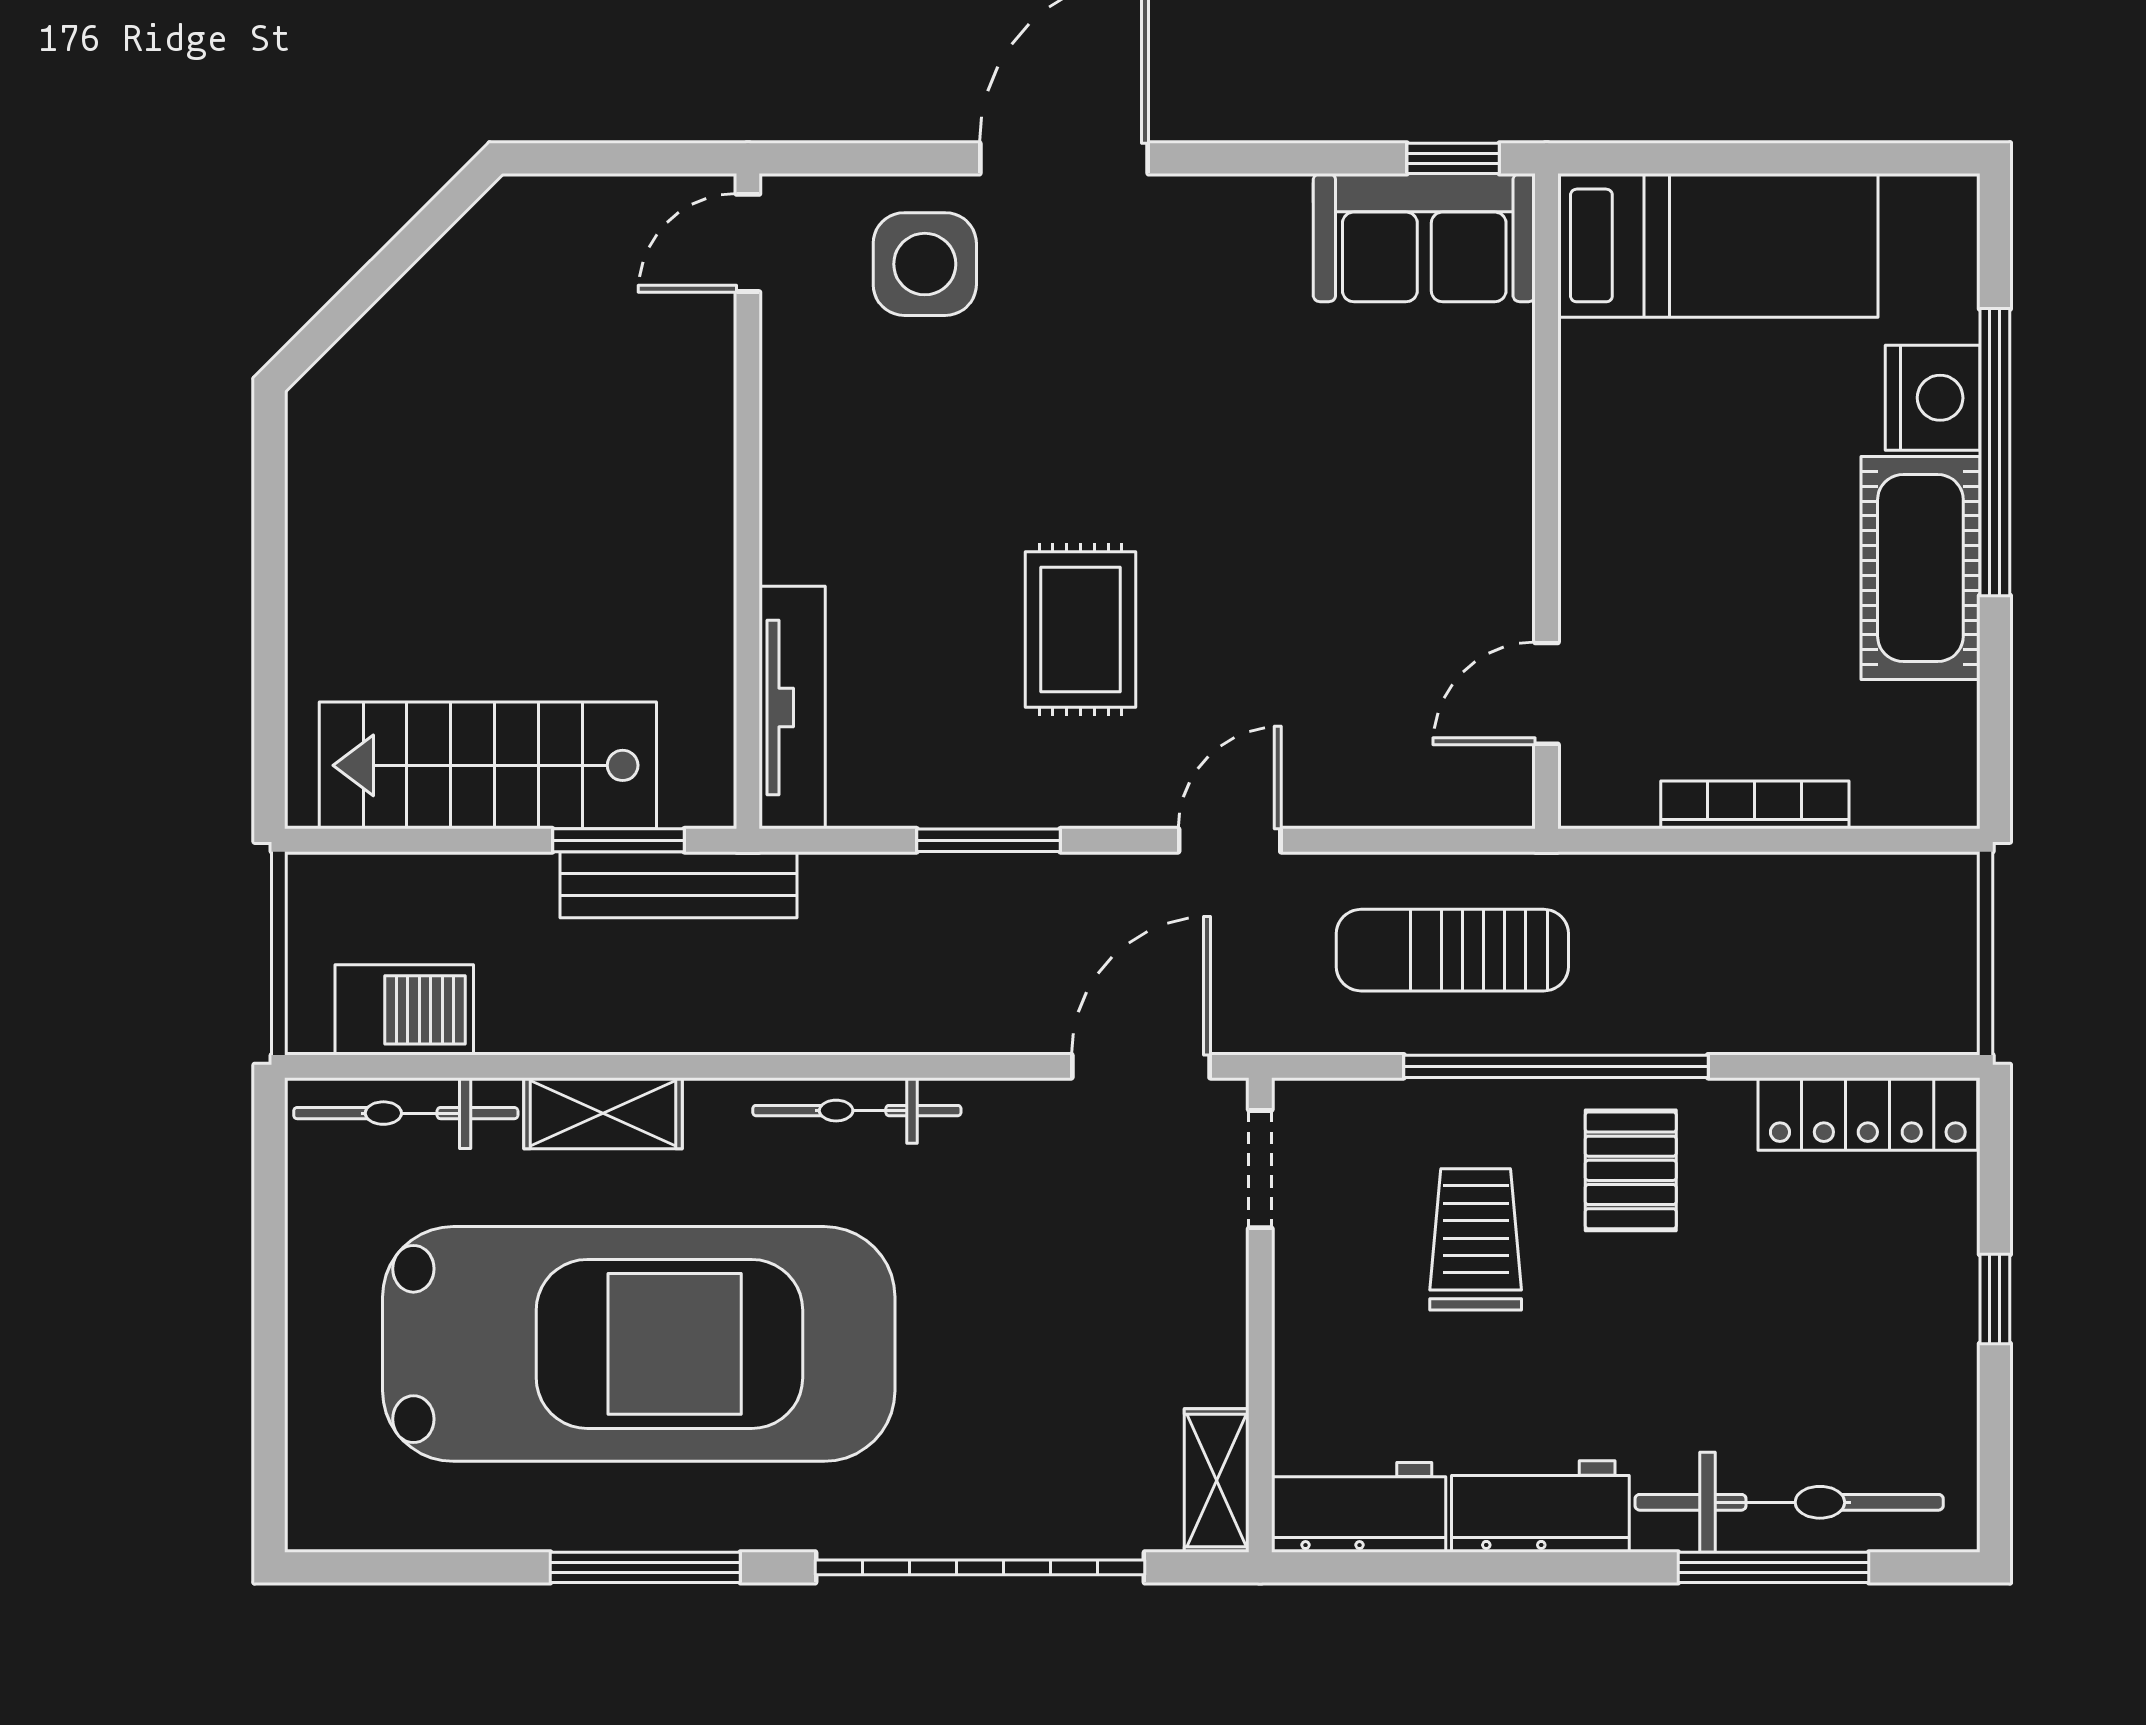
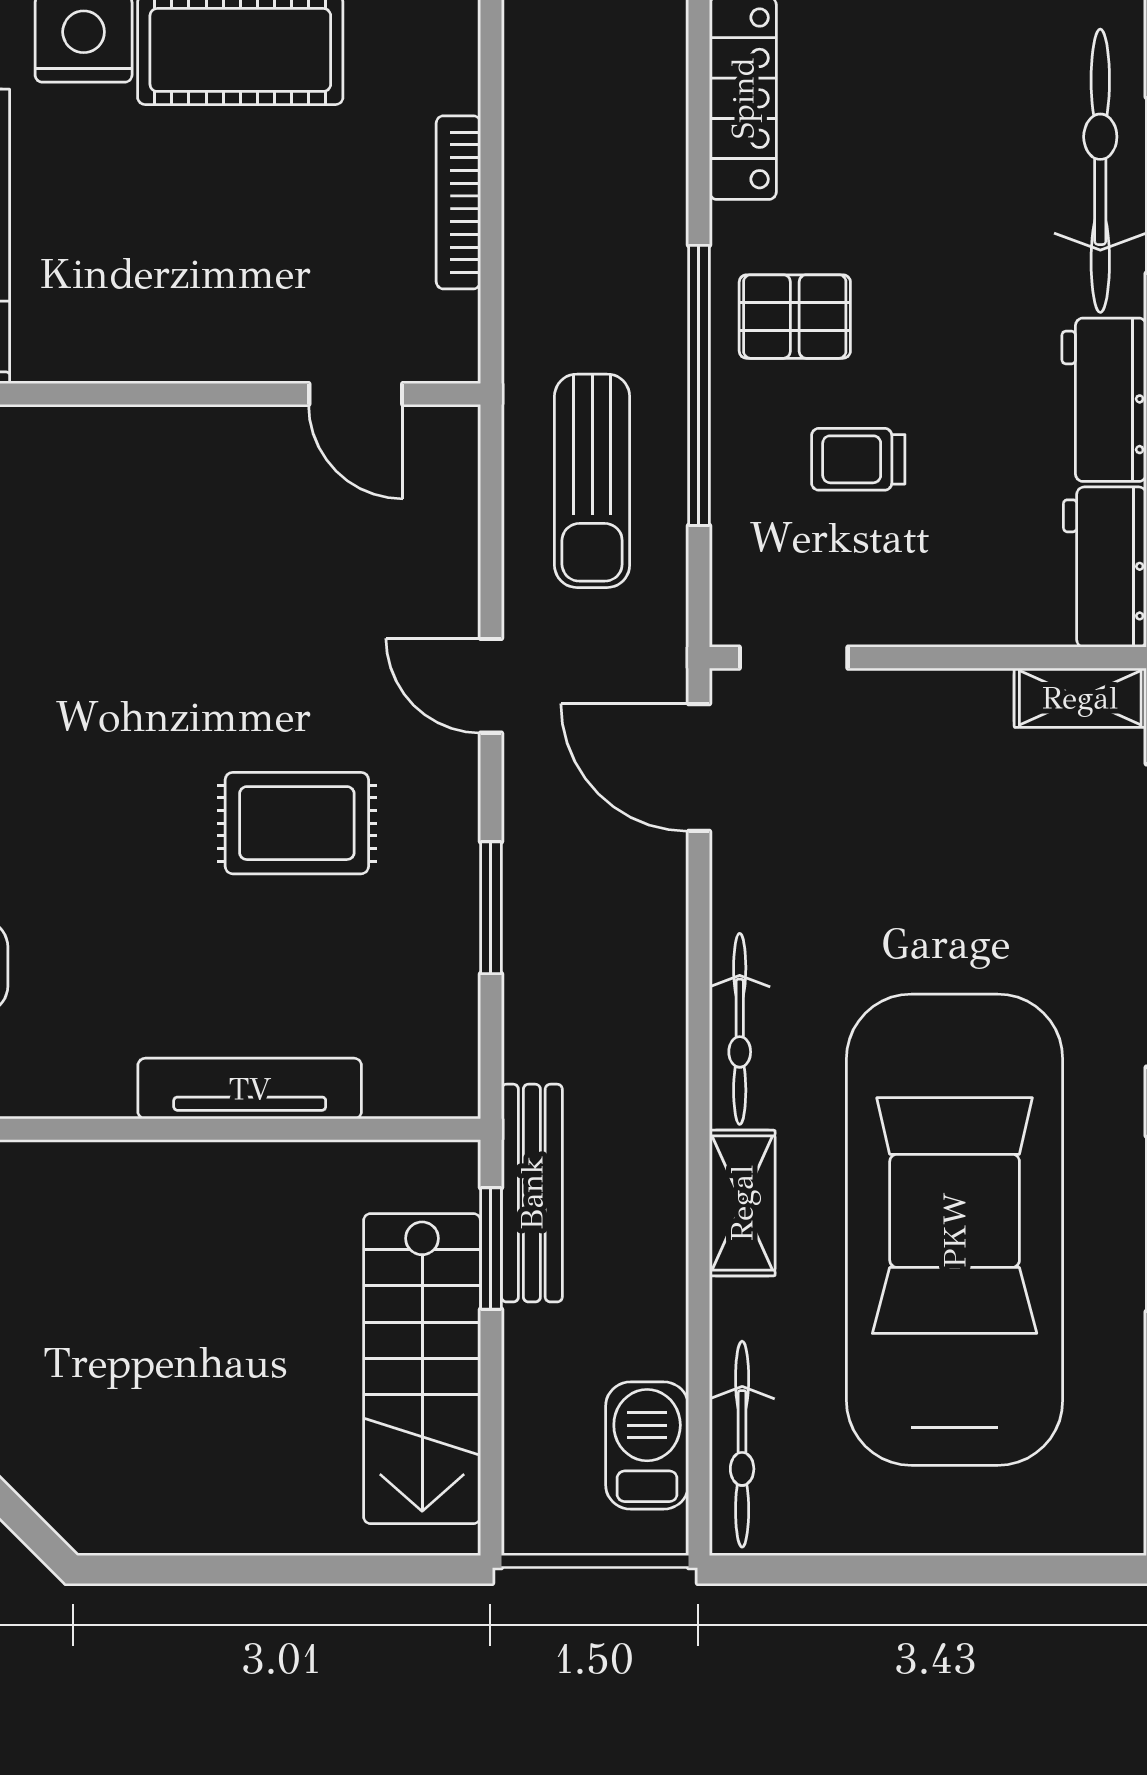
tv unit: (792, 707) -> (250, 1089), moved
shelving: (603, 1113) -> (742, 1203), moved
trolley: (1476, 1239) -> (858, 459), width x0.73, depth x0.72

